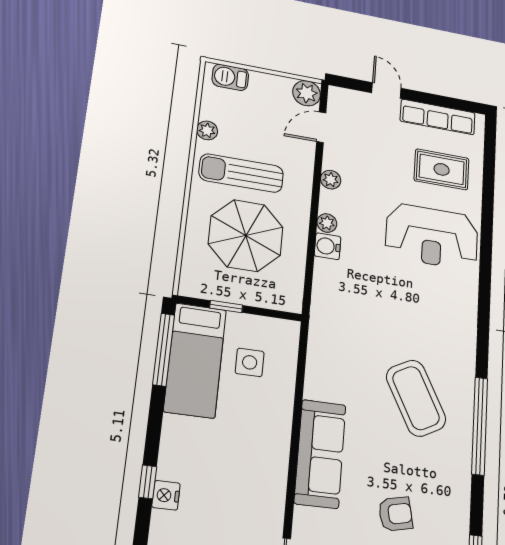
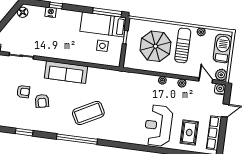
barbecue: (230, 77) -> (223, 48), width x1.88, depth x1.53
water cooler: (328, 246) -> (220, 89), moved

